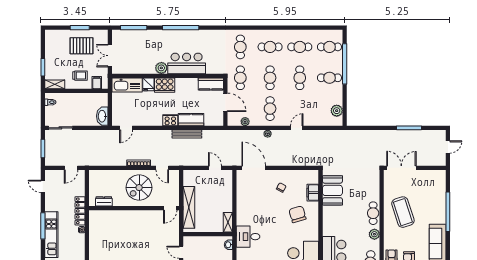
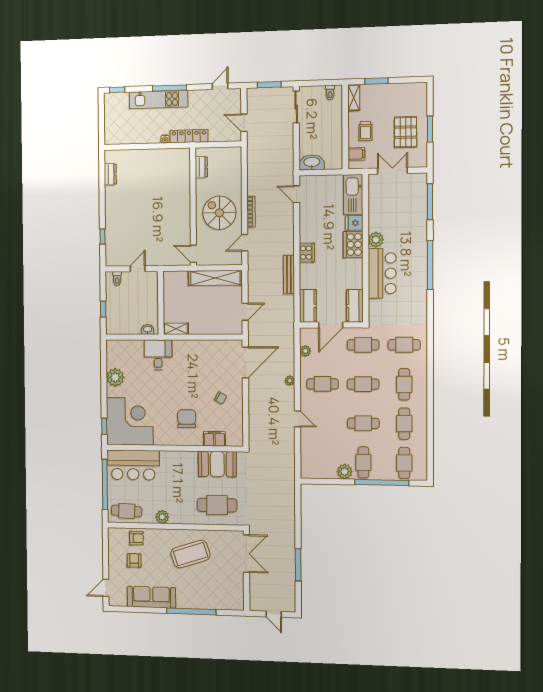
plant: (337, 111) -> (345, 472), moved
kitchen counter: (191, 120) -> (308, 306), moved
shelving: (189, 207) -> (215, 278), moved
cafe table: (373, 213) -> (217, 505), moved, width x1.37, depth x1.35
chair: (297, 214) -> (187, 419), turned -74

